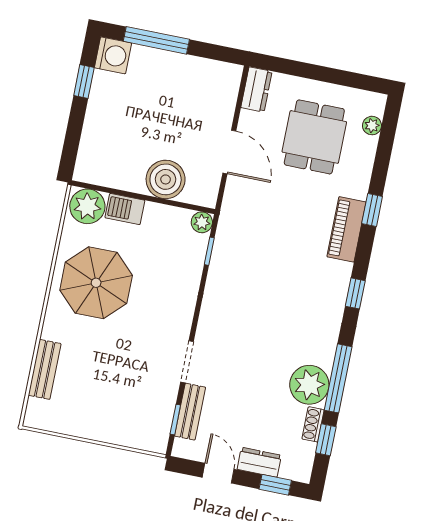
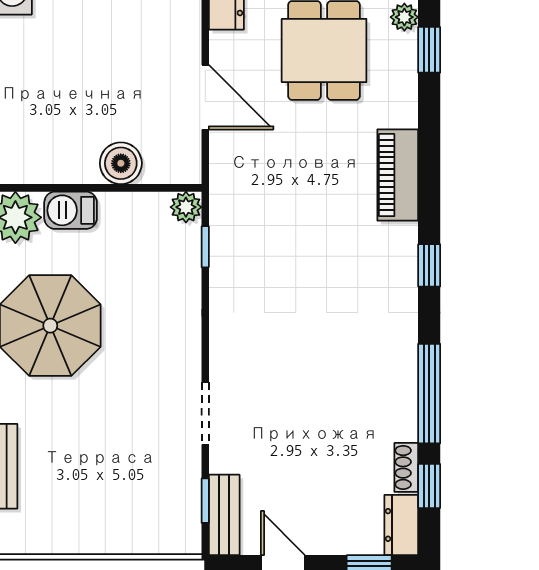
boiler: (166, 179) -> (121, 163), width x0.73, depth x0.73
window: (372, 210) -> (429, 50), moved
plant: (309, 385) -> (389, 411), removed
bench: (190, 412) -> (224, 515), moved
dresser: (259, 462) -> (401, 525), moved, turned -90

